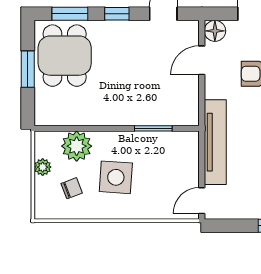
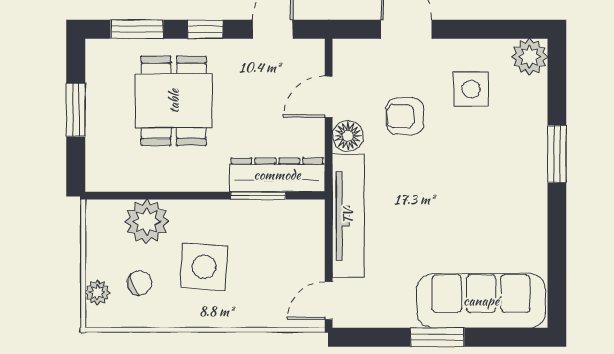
floor lamp: (215, 31) -> (348, 136), moved
dining table: (65, 56) -> (174, 101), moved
dresser: (166, 114) -> (277, 175), added
plant: (43, 167) -> (97, 292), moved

